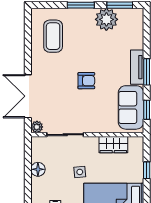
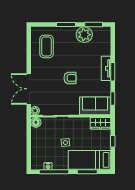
sofa: (131, 107) -> (95, 106), moved, turned 90
wardrobe: (113, 145) -> (100, 123), moved
floor lamp: (38, 169) -> (36, 122), moved

